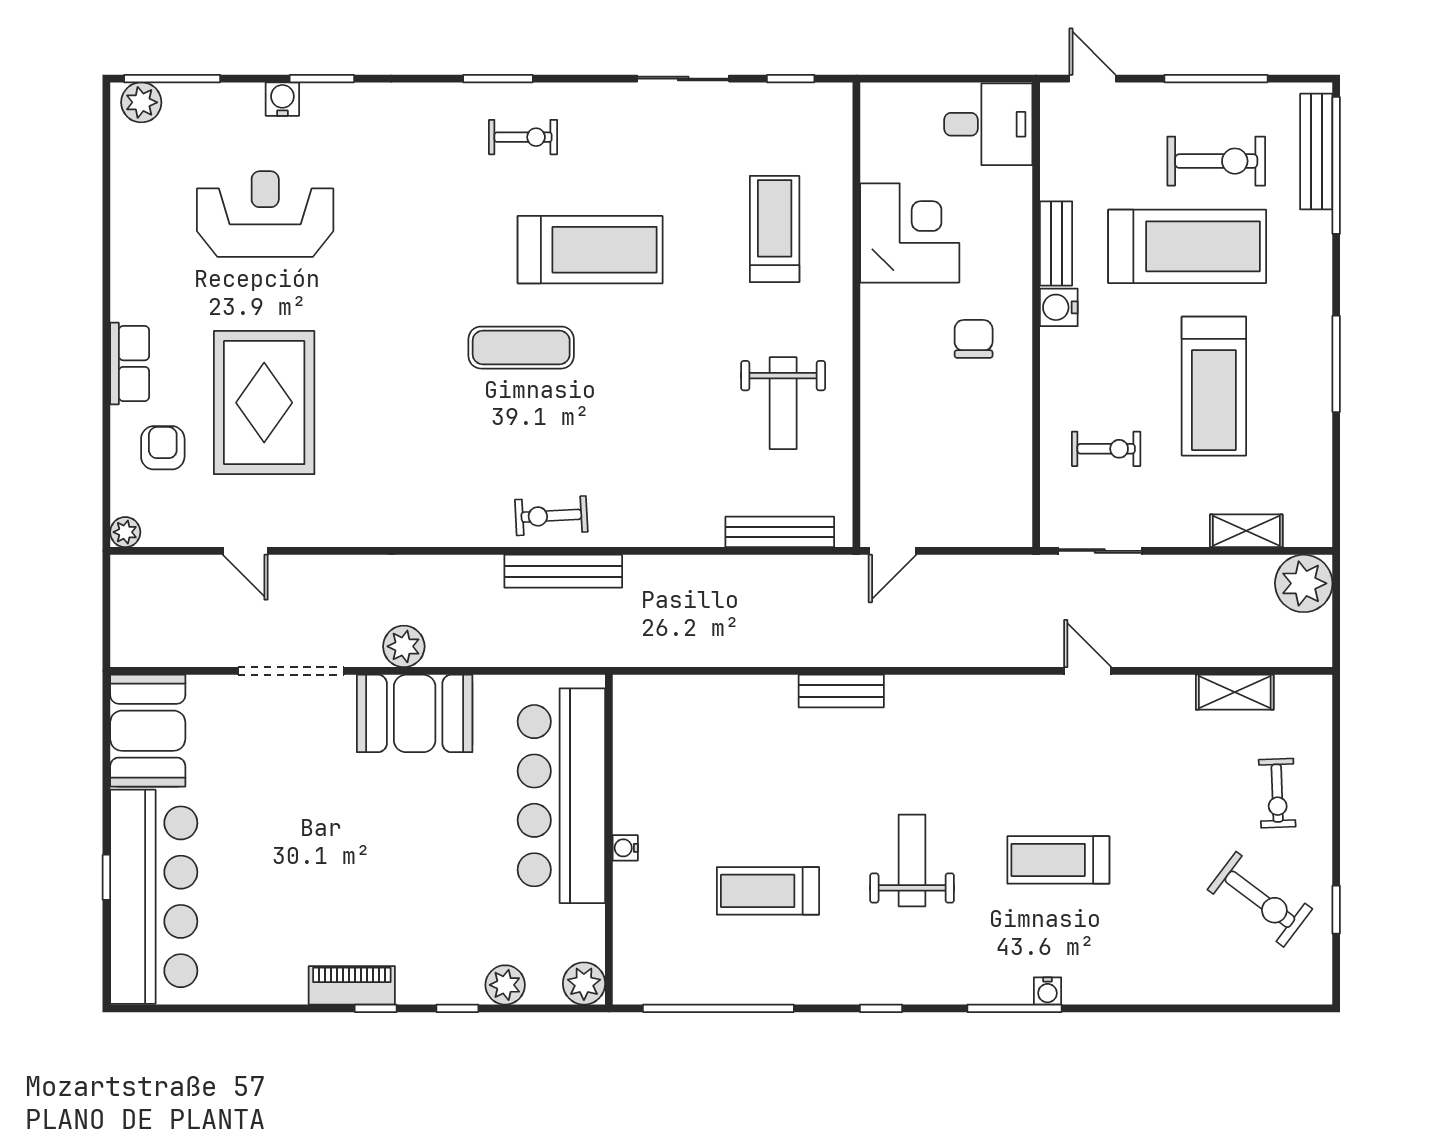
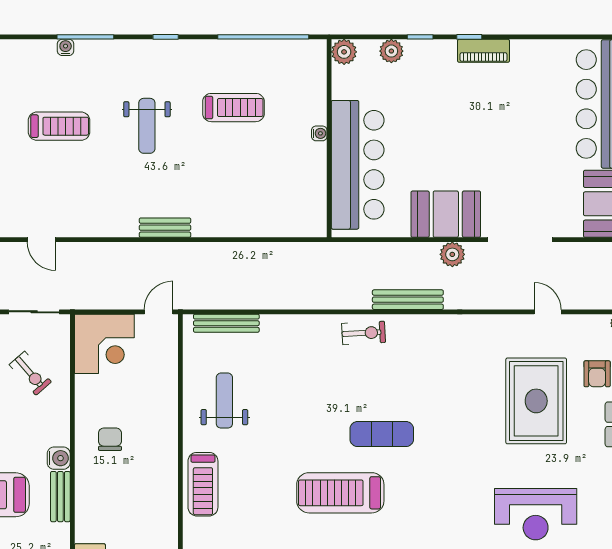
treadmill: (775, 229) -> (203, 484), moved
corner desk: (910, 233) -> (104, 344), moved, turned -90
chair: (974, 339) -> (110, 439), turned 180
exercise bike: (1106, 449) -> (30, 373), turned -131
bench: (563, 571) -> (408, 300), moved
bench: (841, 691) -> (165, 228), moved

